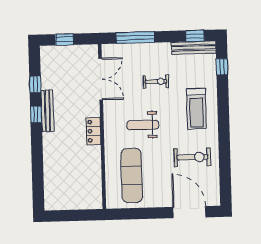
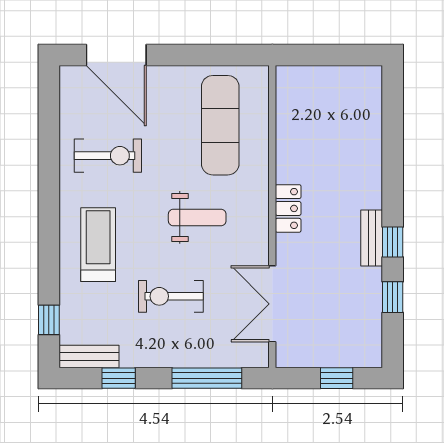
window: (195, 36) -> (119, 378), moved
bench: (194, 48) -> (89, 356), width x0.73
exercise bike: (156, 82) -> (171, 296), width x1.38, depth x1.39
bench: (47, 111) -> (372, 238), width x0.73
exercise bike: (192, 157) -> (108, 156), turned 180

